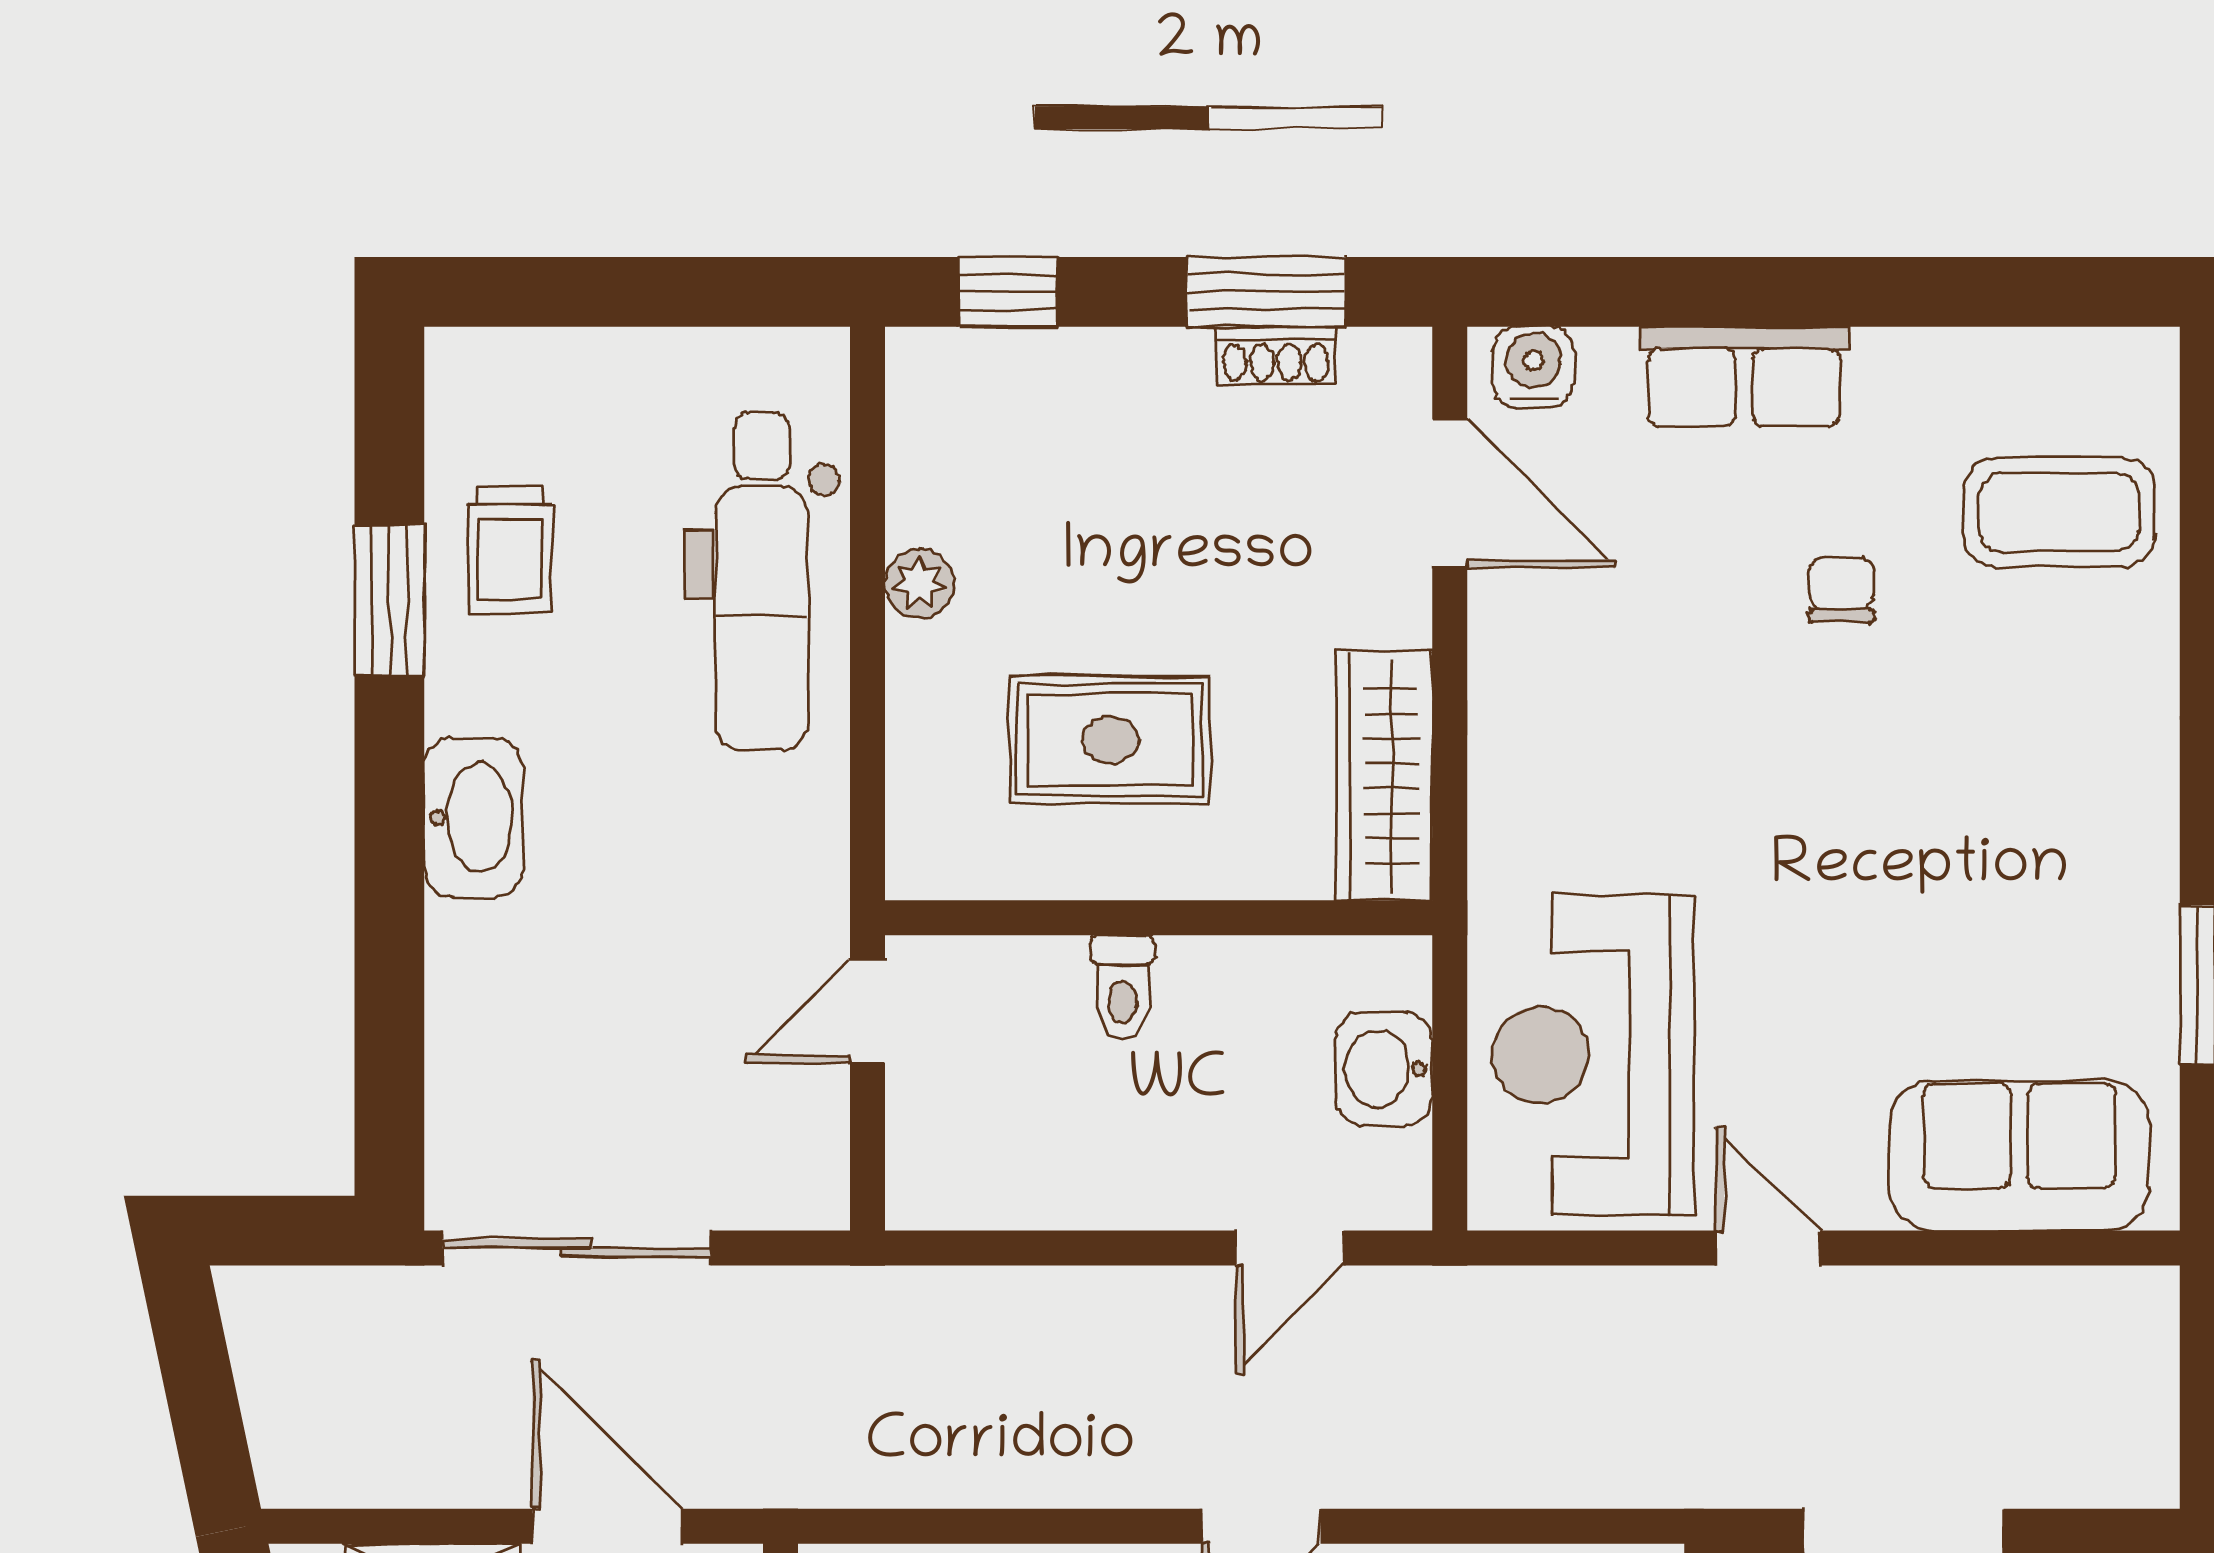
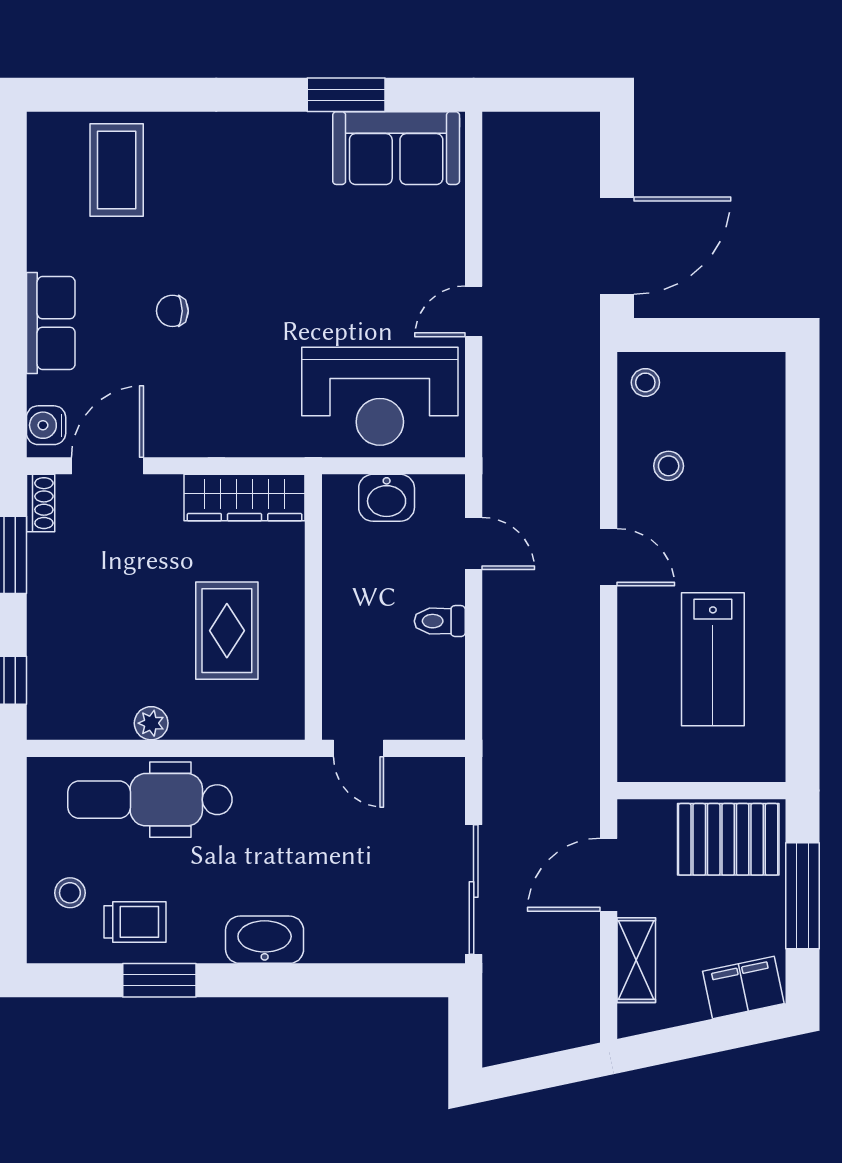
shoe rack: (1276, 356) -> (41, 503), moved
stool: (570, 416) -> (70, 893), added
dental chair: (762, 581) -> (150, 800), turned 180
chair: (1841, 590) -> (172, 311), moved
toilet: (1122, 988) -> (440, 621), moved, turned 180
sofa: (2019, 1155) -> (396, 148), moved, turned -90

